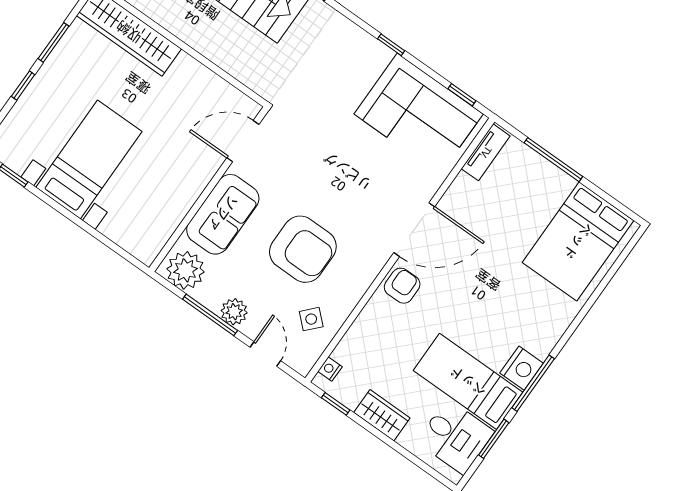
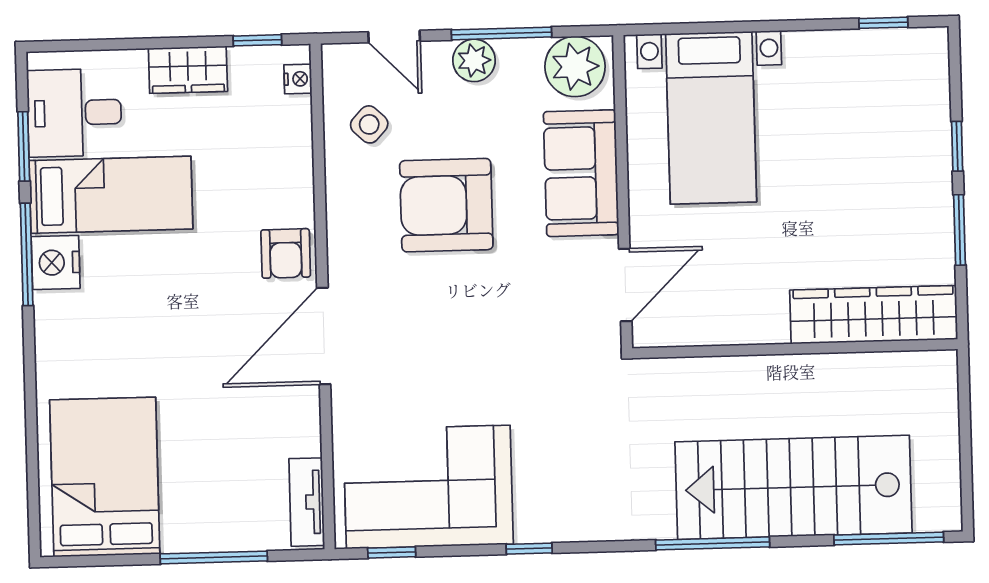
bed with nightstands: (89, 159) -> (711, 118), moved

